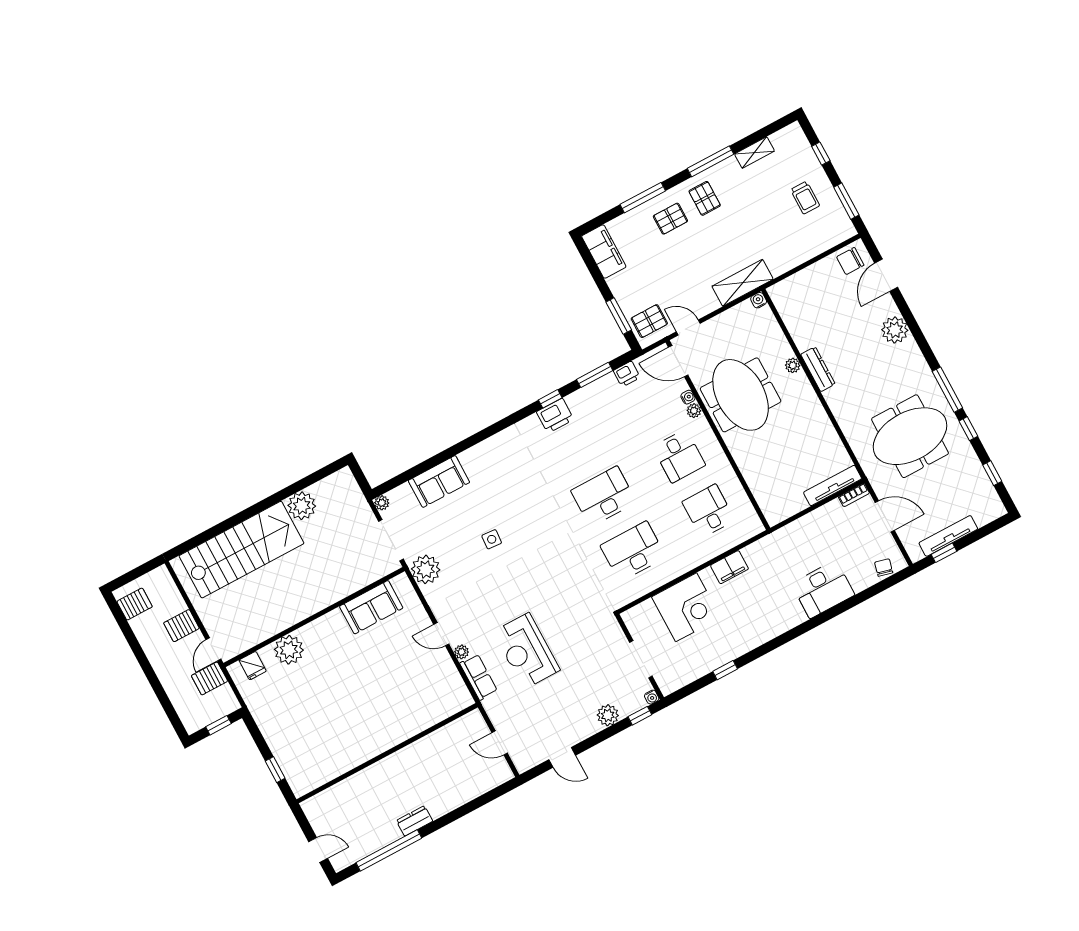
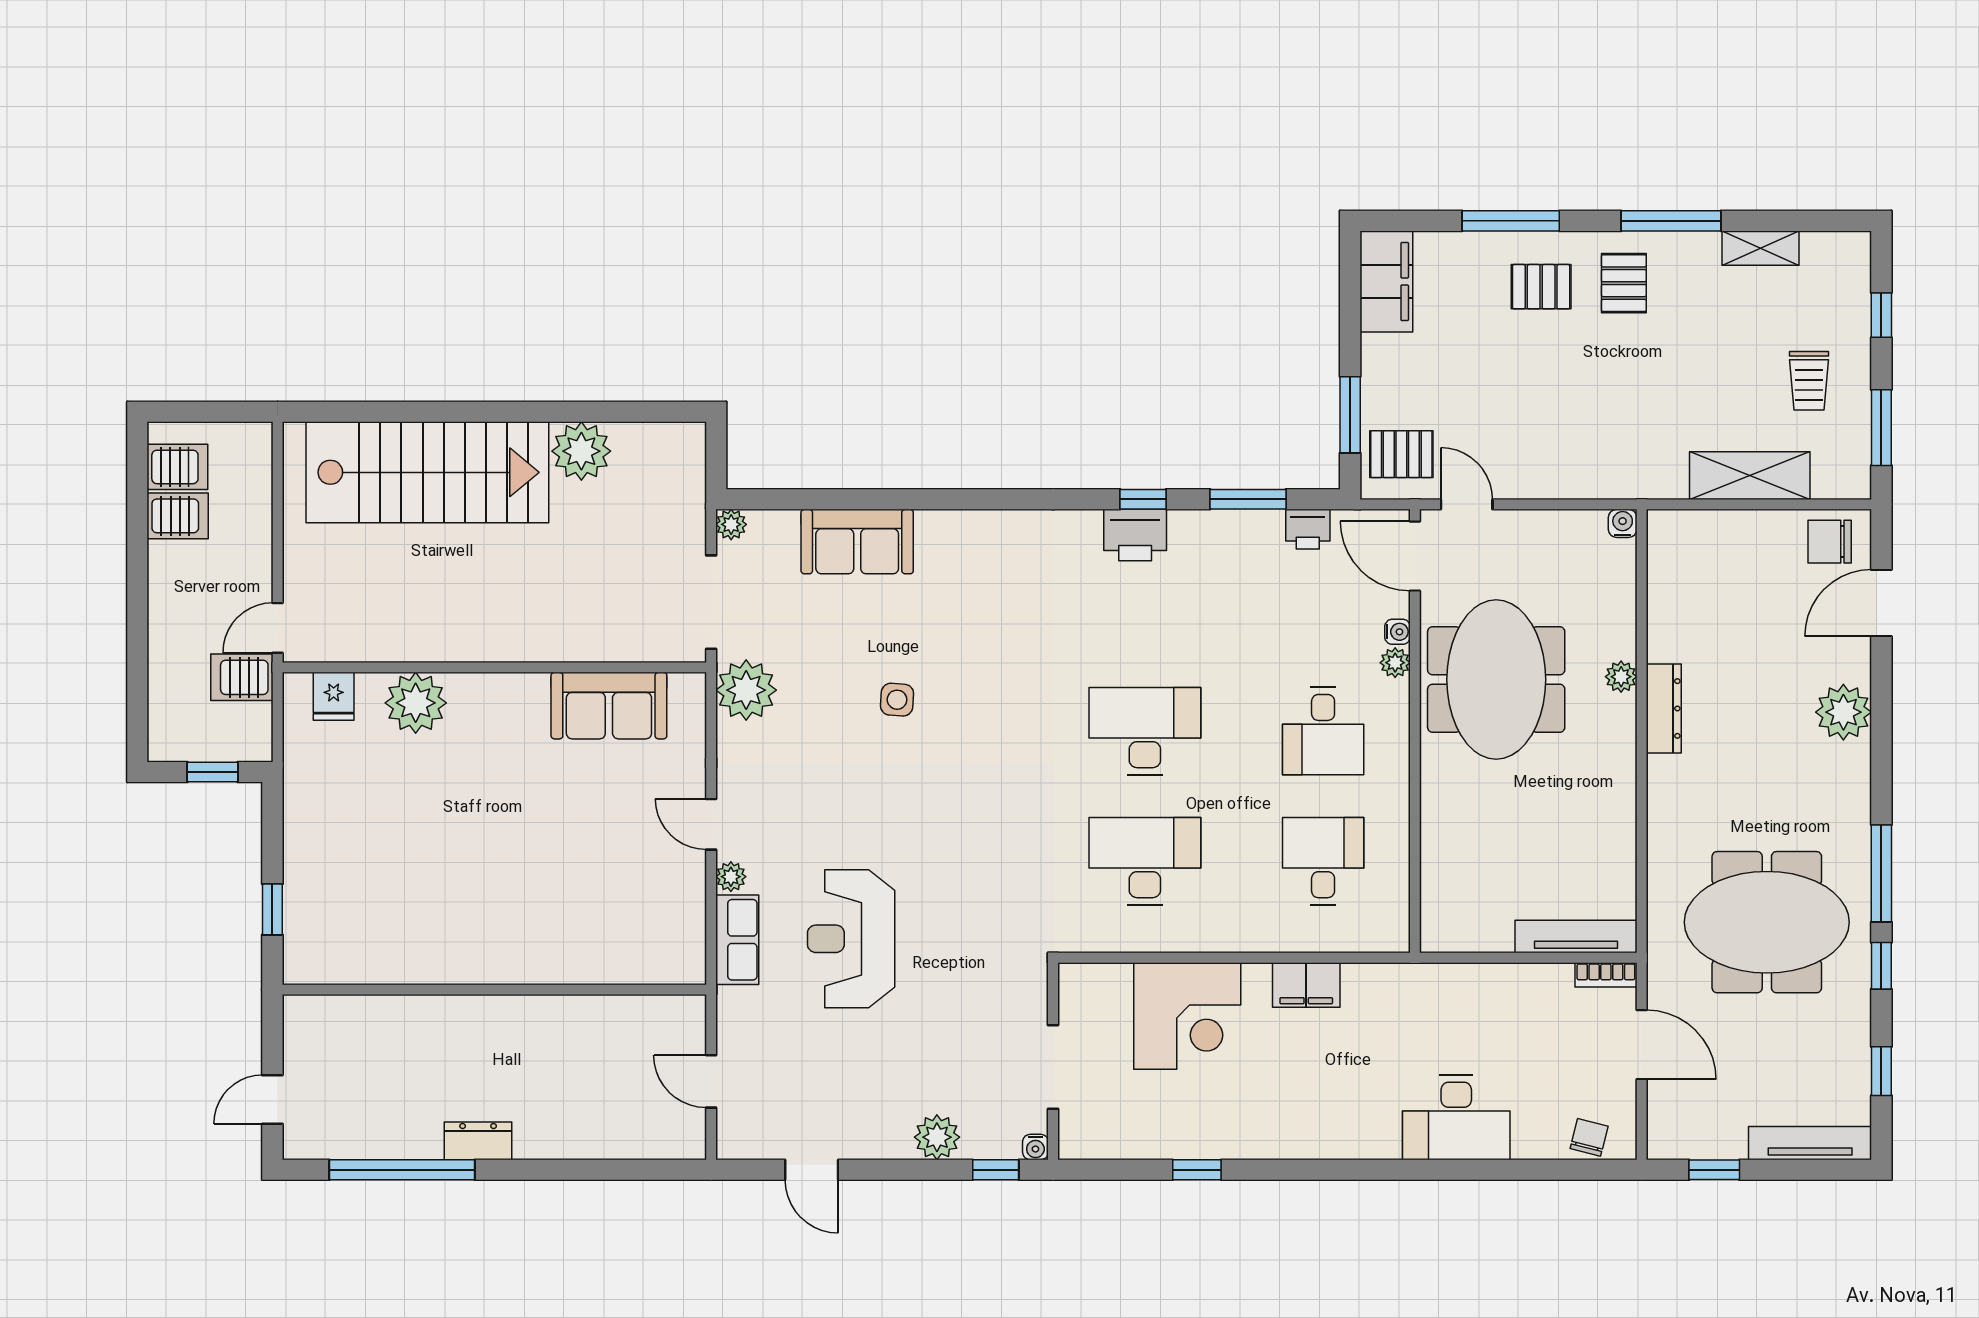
shelving: (743, 283) -> (1750, 476), moved
tv unit: (948, 536) -> (1810, 1143), moved
server rack: (181, 626) -> (178, 516), moved, turned 180
door: (318, 850) -> (272, 1099), swing flipped

